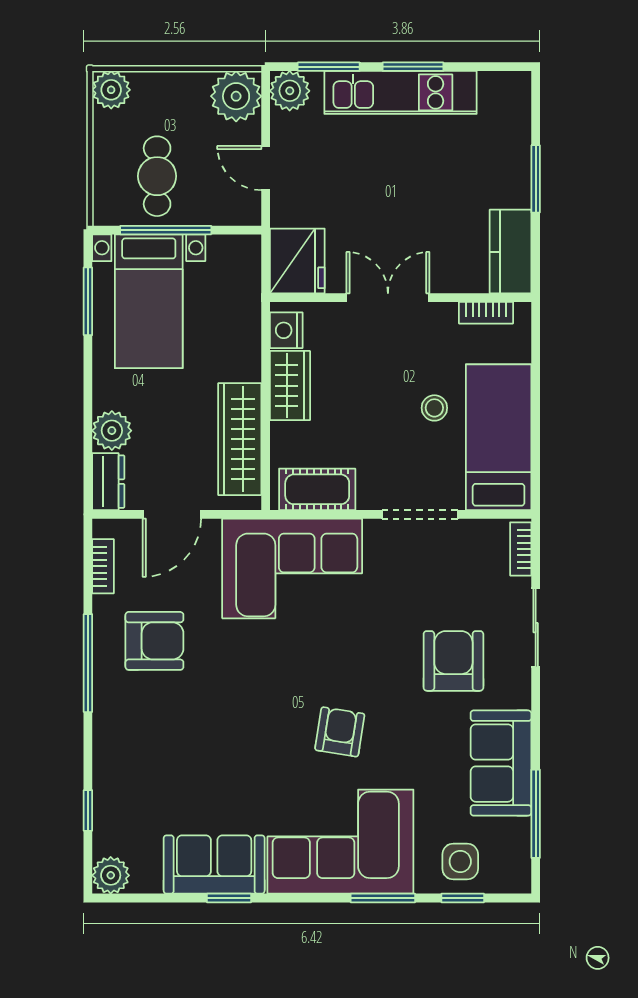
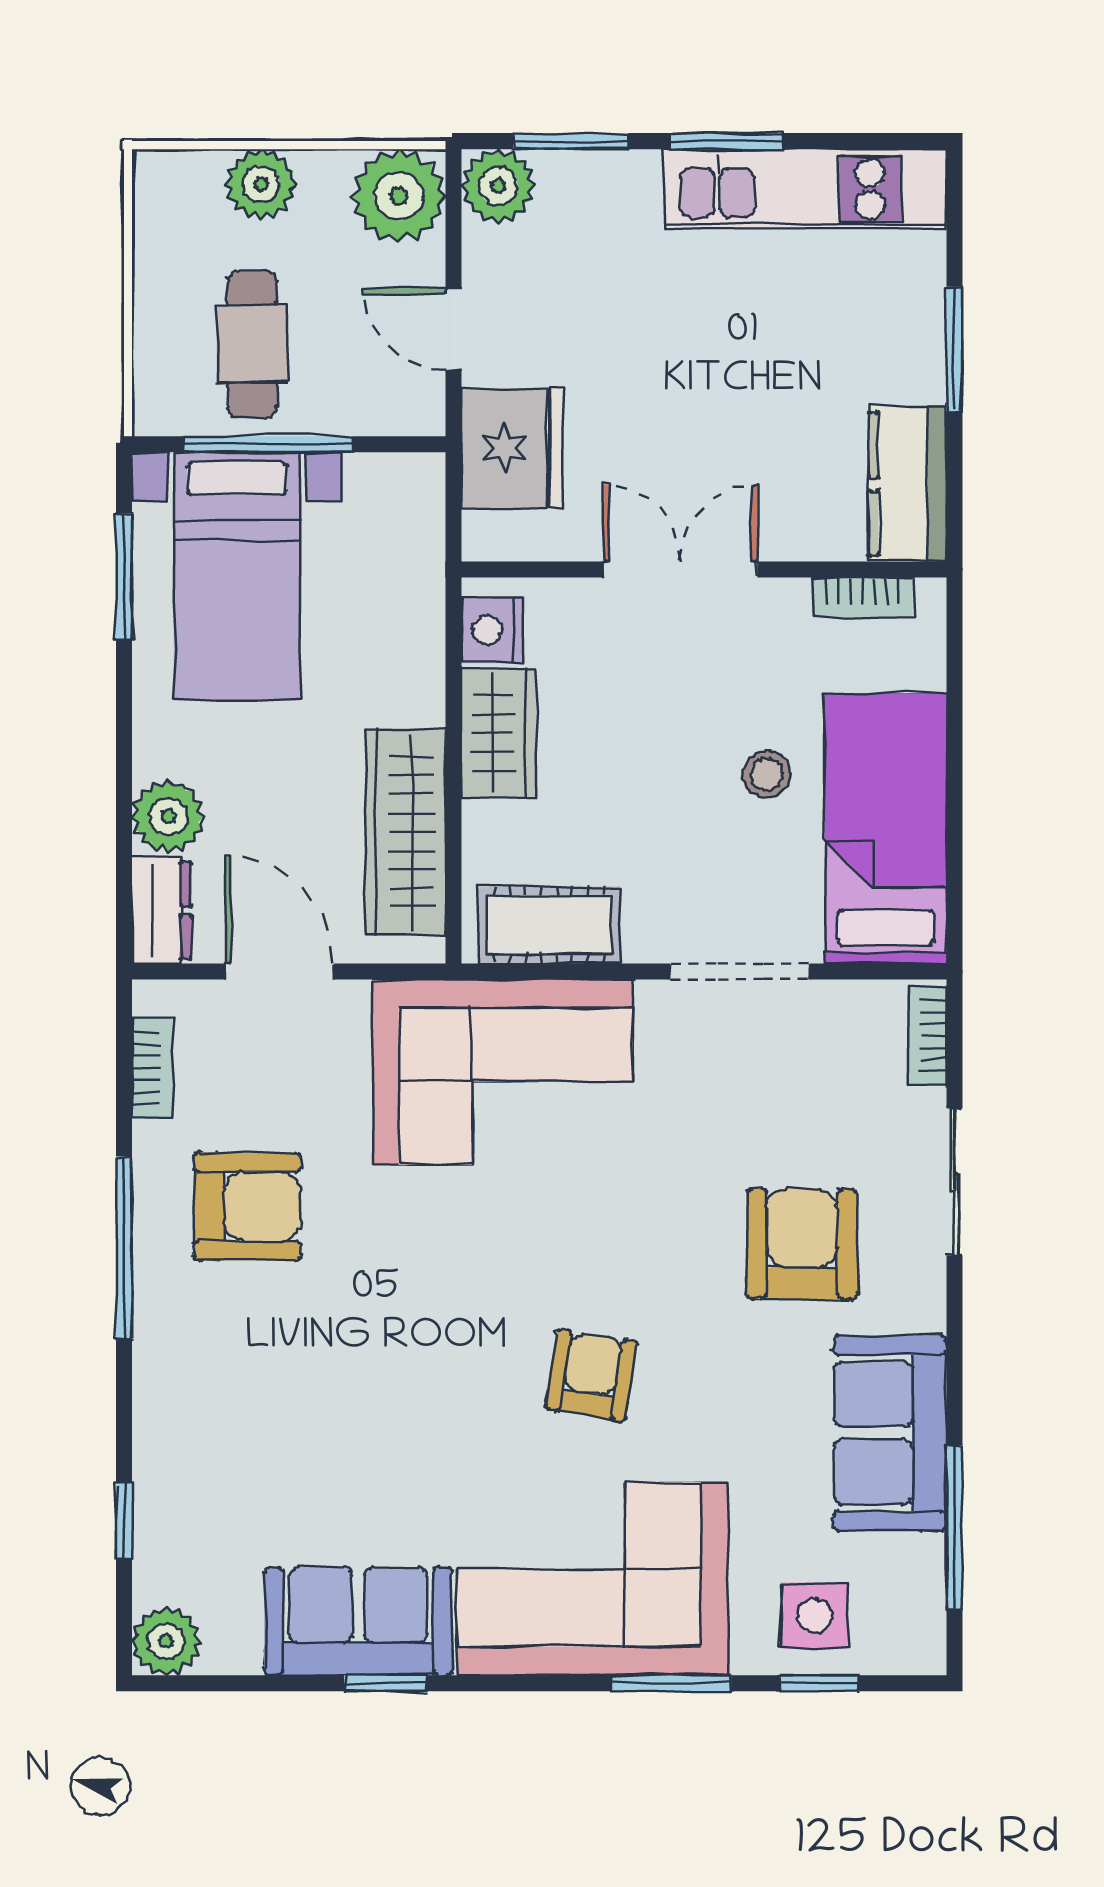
plant: (111, 90) -> (261, 184), moved
kitchen unit: (401, 92) -> (805, 189), moved
fridge: (297, 261) -> (512, 448), moved
door: (172, 514) -> (280, 972), swing flipped

